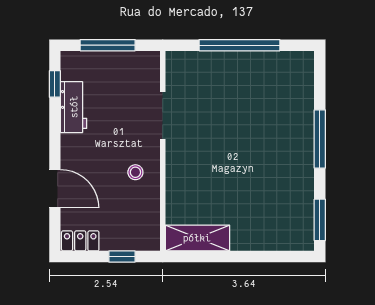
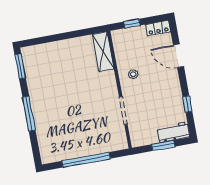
window: (108, 45) -> (163, 145), width x0.69
window: (55, 84) -> (187, 104), moved
workbench: (74, 107) -> (173, 132), moved, turned 90
shelving: (197, 238) -> (103, 52), moved, turned 90

